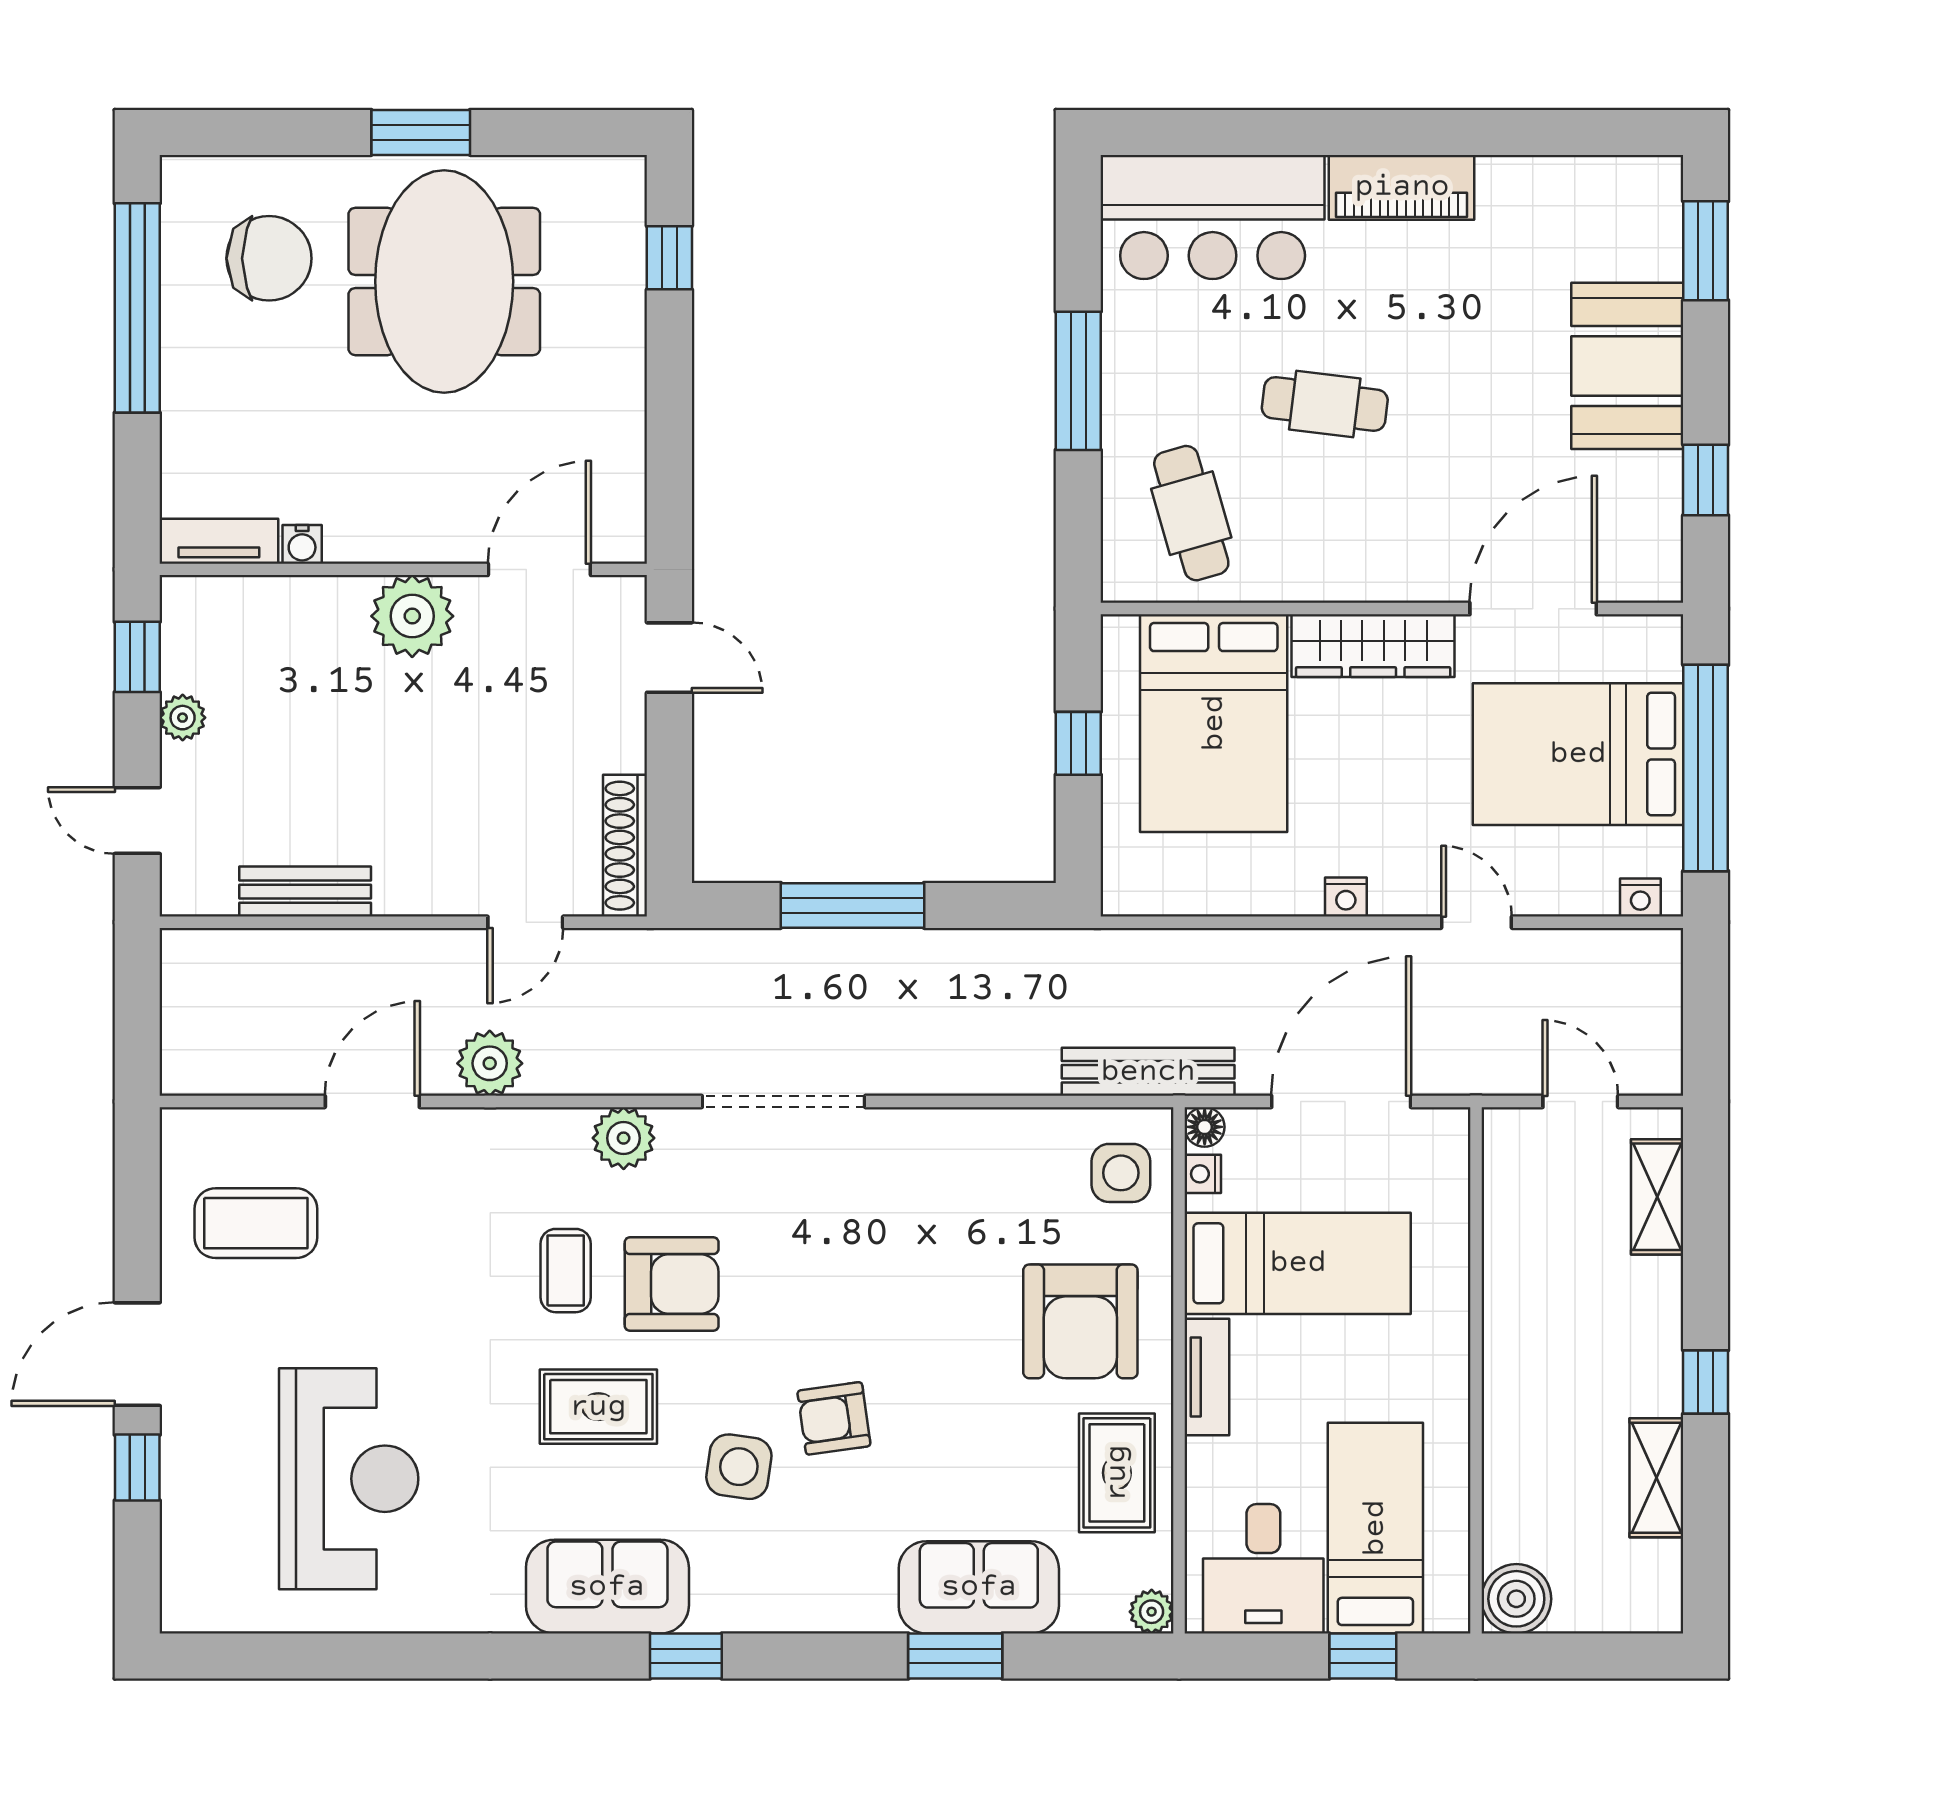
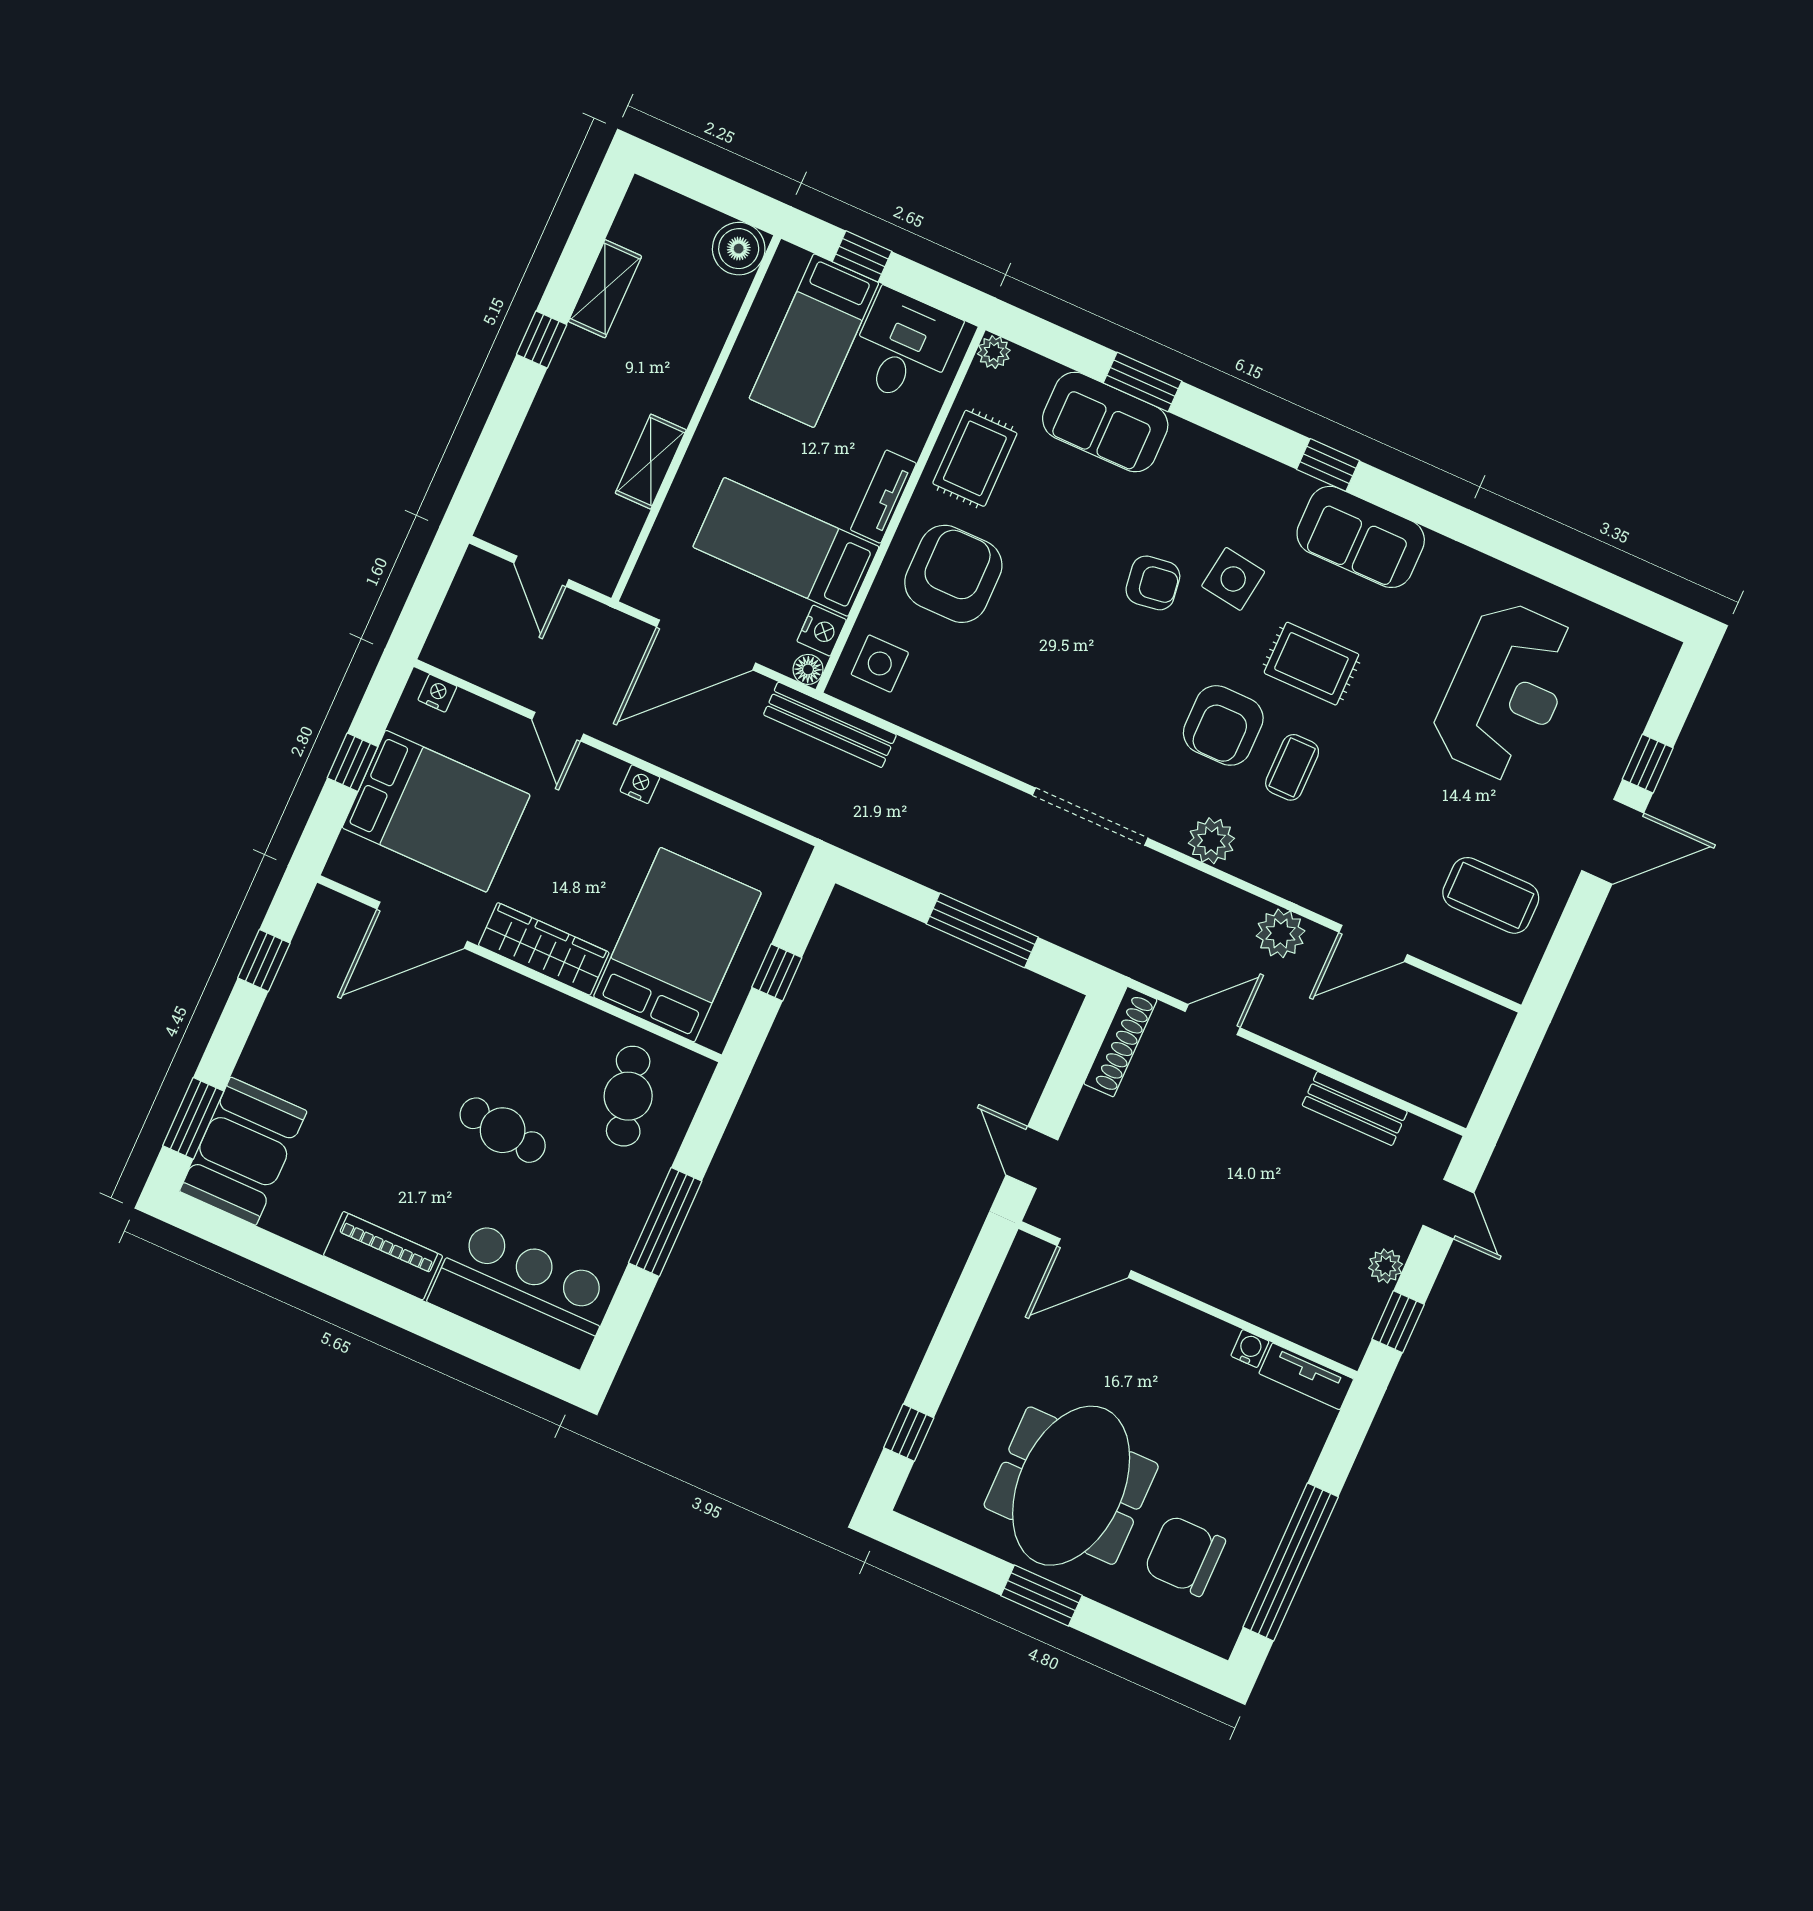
booth: (1627, 366) -> (243, 1151), moved
plant: (412, 616) -> (1196, 1265), removed
window: (1706, 768) -> (353, 762), width x0.32
nightstand: (1203, 1174) -> (822, 631), width x1.39, depth x1.35
shelving: (1657, 1197) -> (651, 462), moved
armchair: (672, 1284) -> (1223, 725), turned -90
reception desk: (349, 1479) -> (1506, 691), turned 180

